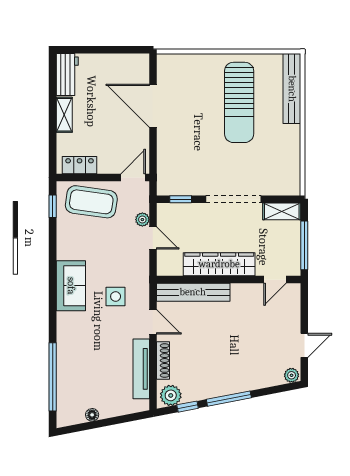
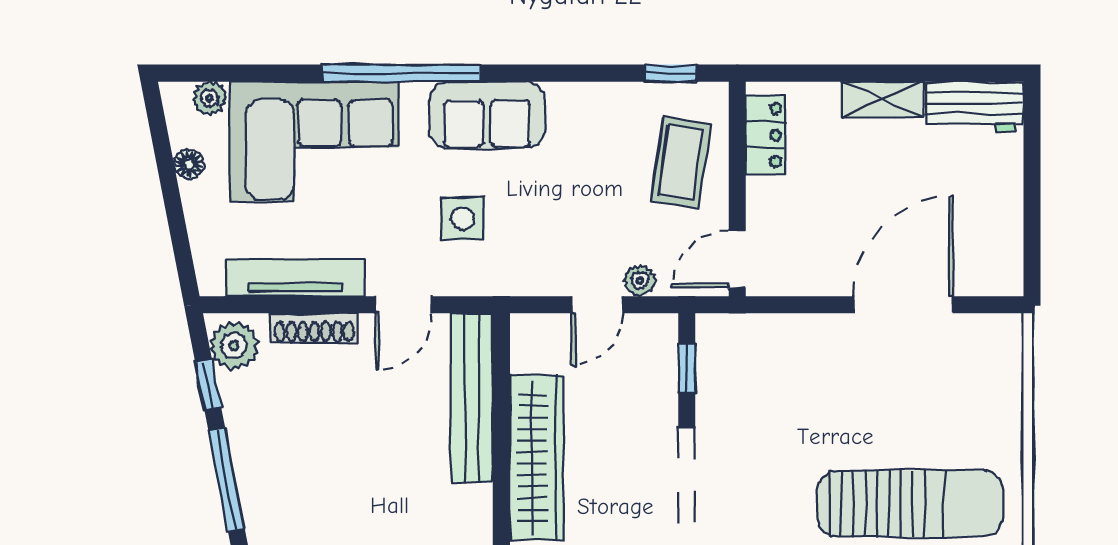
sun lounger: (239, 102) -> (910, 504), turned 180
door: (133, 177) -> (737, 259), swing flipped
coffee table: (91, 202) -> (681, 162), width x0.73, depth x0.76
corner sofa: (82, 361) -> (314, 142), added
window: (53, 377) -> (401, 73), moved
plant: (63, 406) -> (210, 98), added

